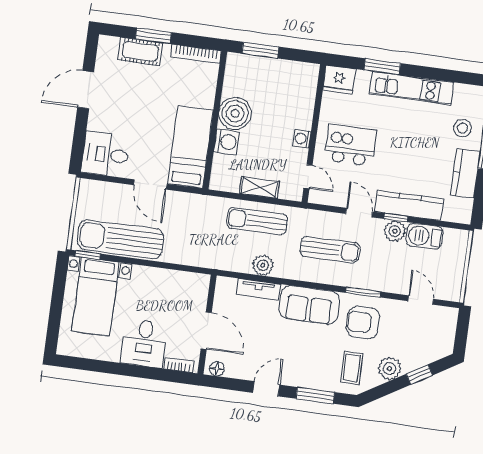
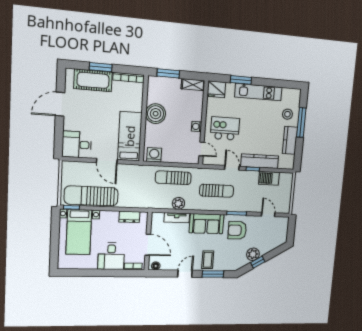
cot: (140, 52) -> (93, 80), width x1.37, depth x1.34
washing machine: (227, 142) -> (154, 155), moved, turned -90
shelving: (259, 188) -> (193, 85), moved
plant: (395, 231) -> (252, 177), removed
dresser: (179, 280) -> (129, 217), added
coffee table: (352, 368) -> (208, 260), moved
window: (419, 375) -> (258, 262), moved

